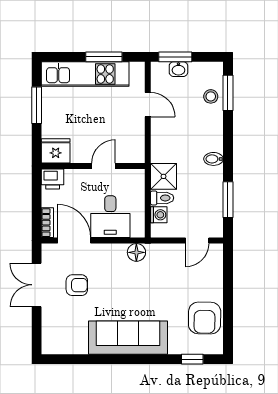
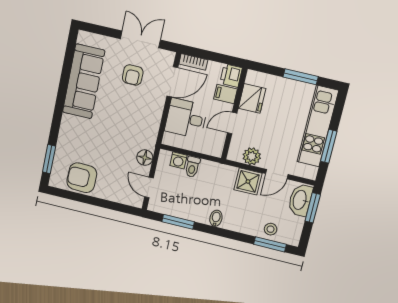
washbasin: (178, 69) -> (300, 200), width x1.91, depth x1.45
plant: (135, 136) -> (252, 156), added
fridge: (56, 151) -> (252, 98), moved
door: (103, 166) -> (232, 123), swing flipped
shower: (163, 176) -> (248, 181), moved
filing cabinet: (74, 180) -> (226, 94), added
floor lamp: (136, 252) -> (145, 158), moved
sofa: (128, 338) -> (84, 81), moved
window: (192, 359) -> (49, 159), width x1.50

